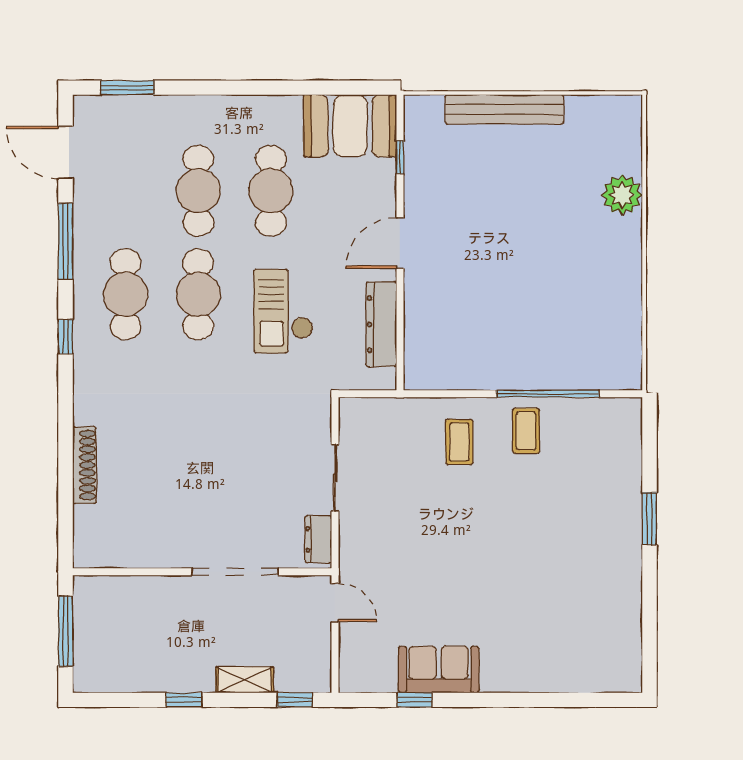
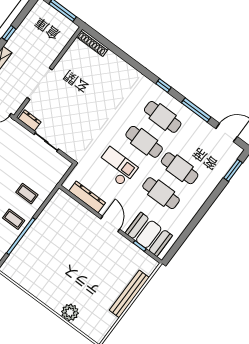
booth: (350, 126) -> (149, 234), moved, turned 90
shoe rack: (84, 465) -> (92, 43), moved

